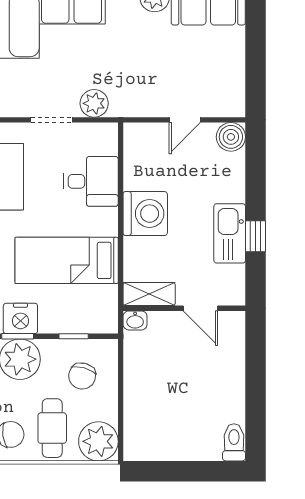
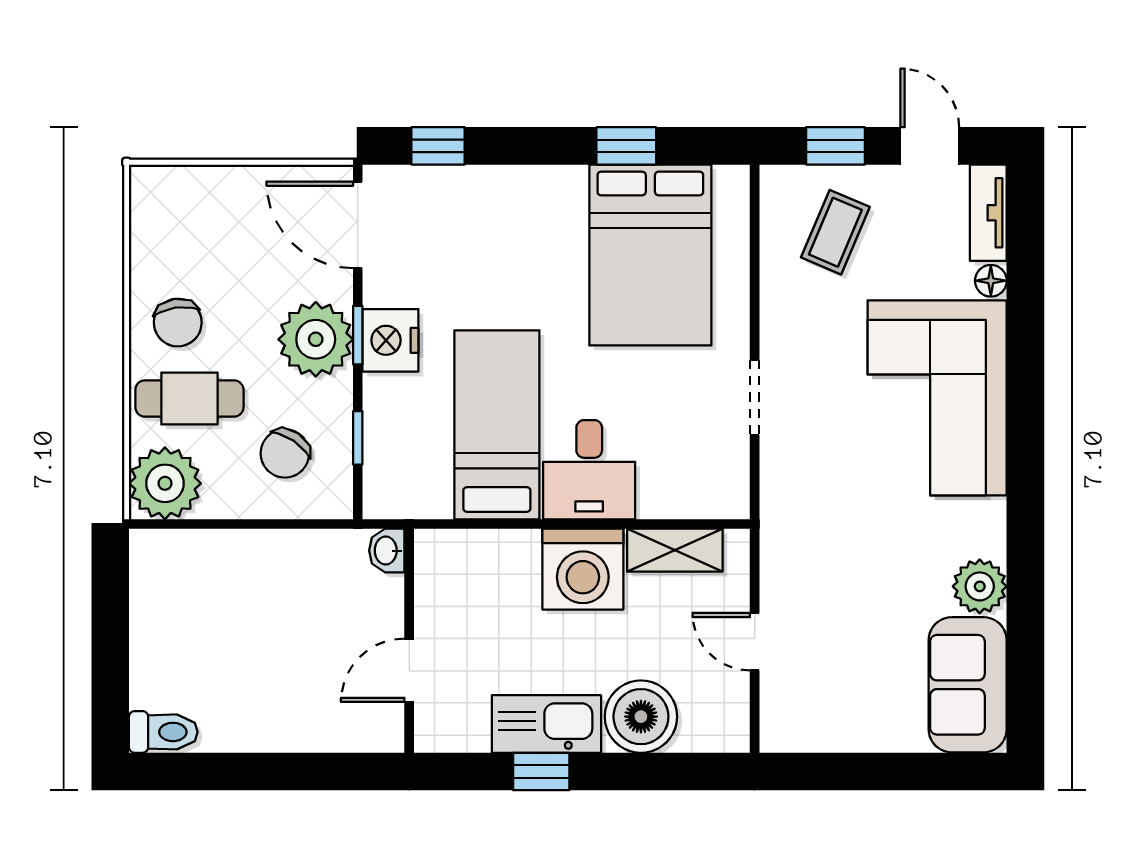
plant: (94, 103) -> (785, 475), removed
boiler: (231, 137) -> (641, 717), moved, width x1.37, depth x1.37
desk: (91, 181) -> (589, 470), moved
shelving: (149, 294) -> (675, 550), moved, turned 90
chair: (82, 376) -> (285, 453), turned -72

